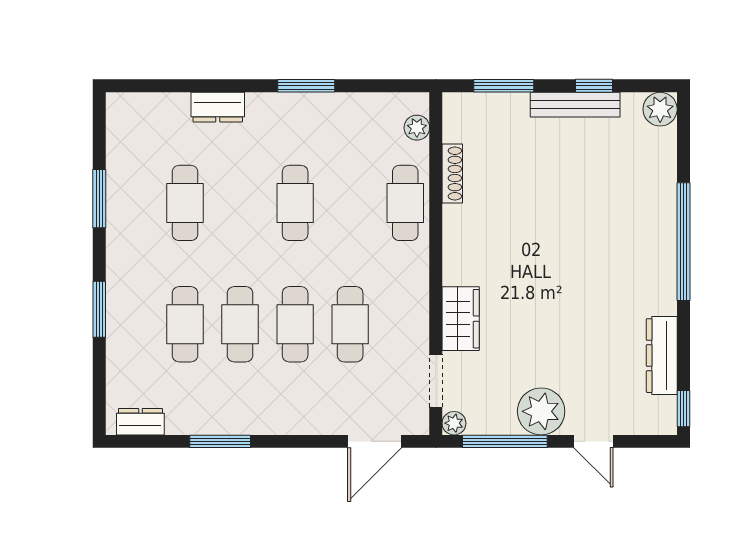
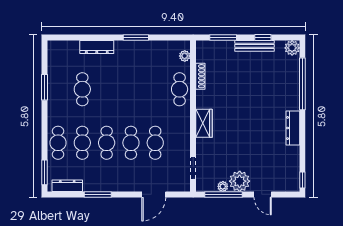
dresser: (218, 107) -> (97, 47), width x1.44
cafe table: (295, 203) -> (58, 143), moved
window: (683, 242) -> (302, 84), moved
window: (99, 309) -> (44, 172), moved
wardrobe: (461, 319) -> (204, 123), moved
dresser: (662, 356) -> (293, 128), moved
dresser: (140, 422) -> (67, 186), width x1.44
plant: (454, 423) -> (223, 186), moved
door: (375, 441) -> (154, 194), moved

